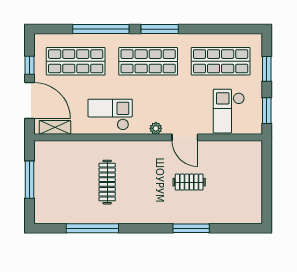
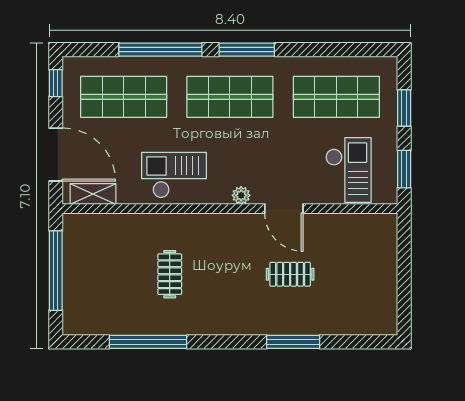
window: (30, 65) -> (56, 83), moved
checkout: (229, 111) -> (348, 170), turned 180
window: (30, 180) -> (56, 271), width x1.46
clothes rail: (107, 182) -> (170, 274), width x0.73

